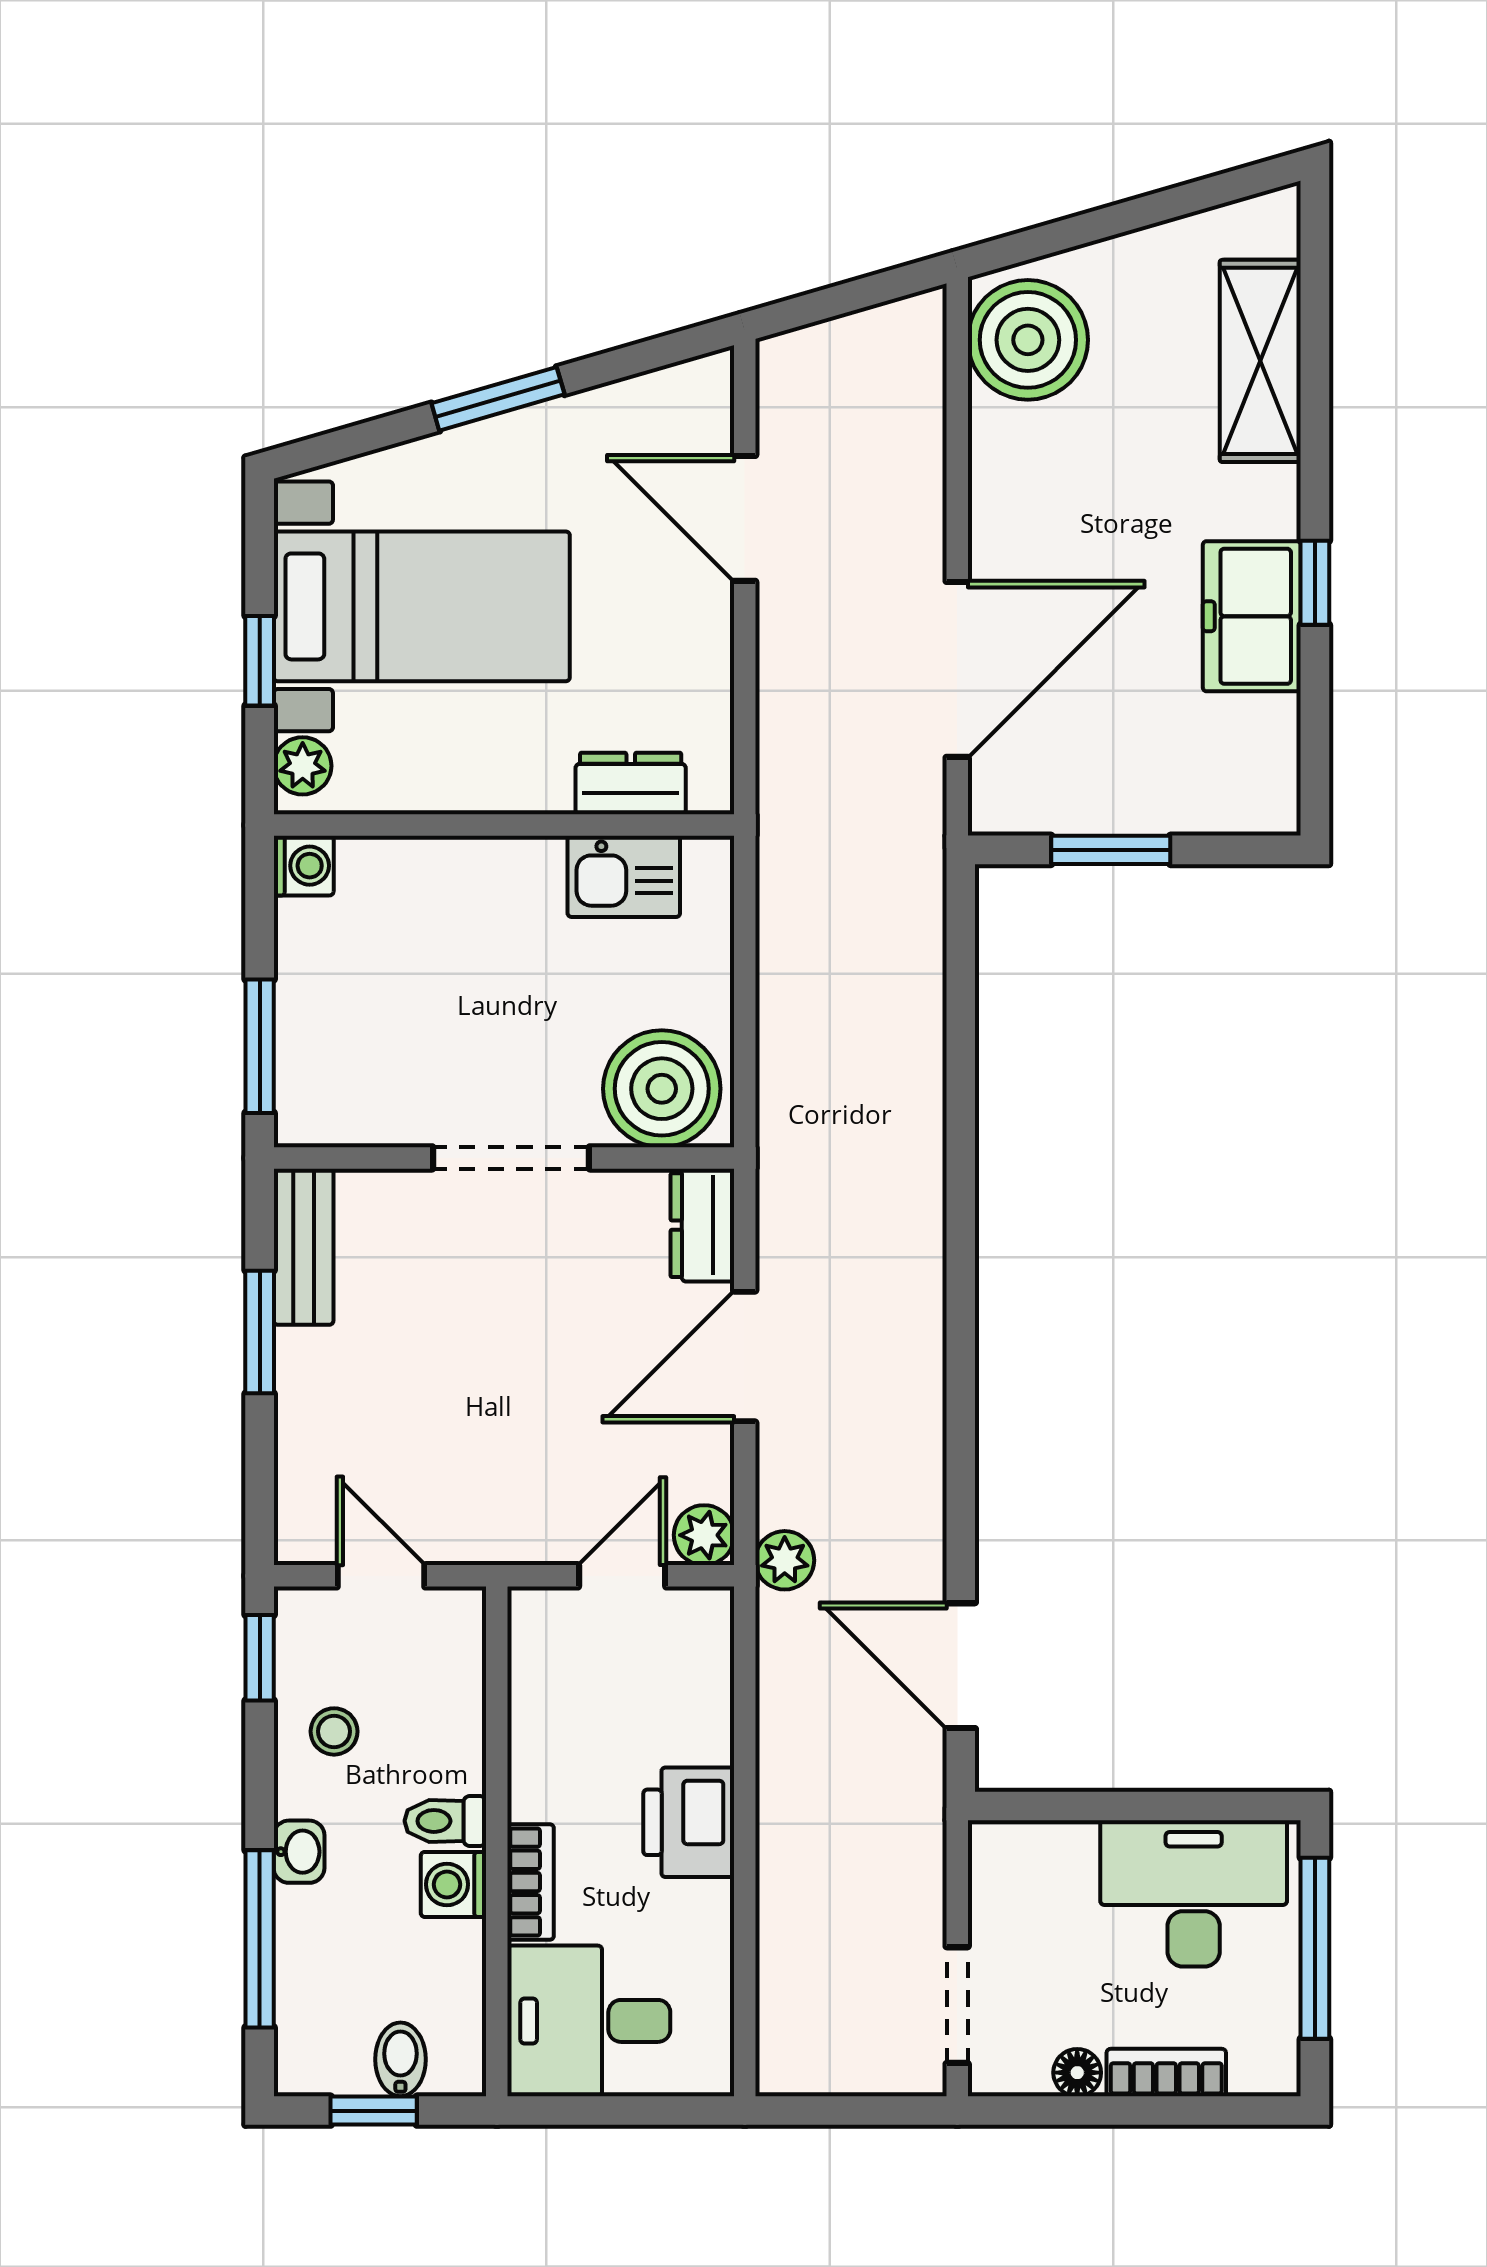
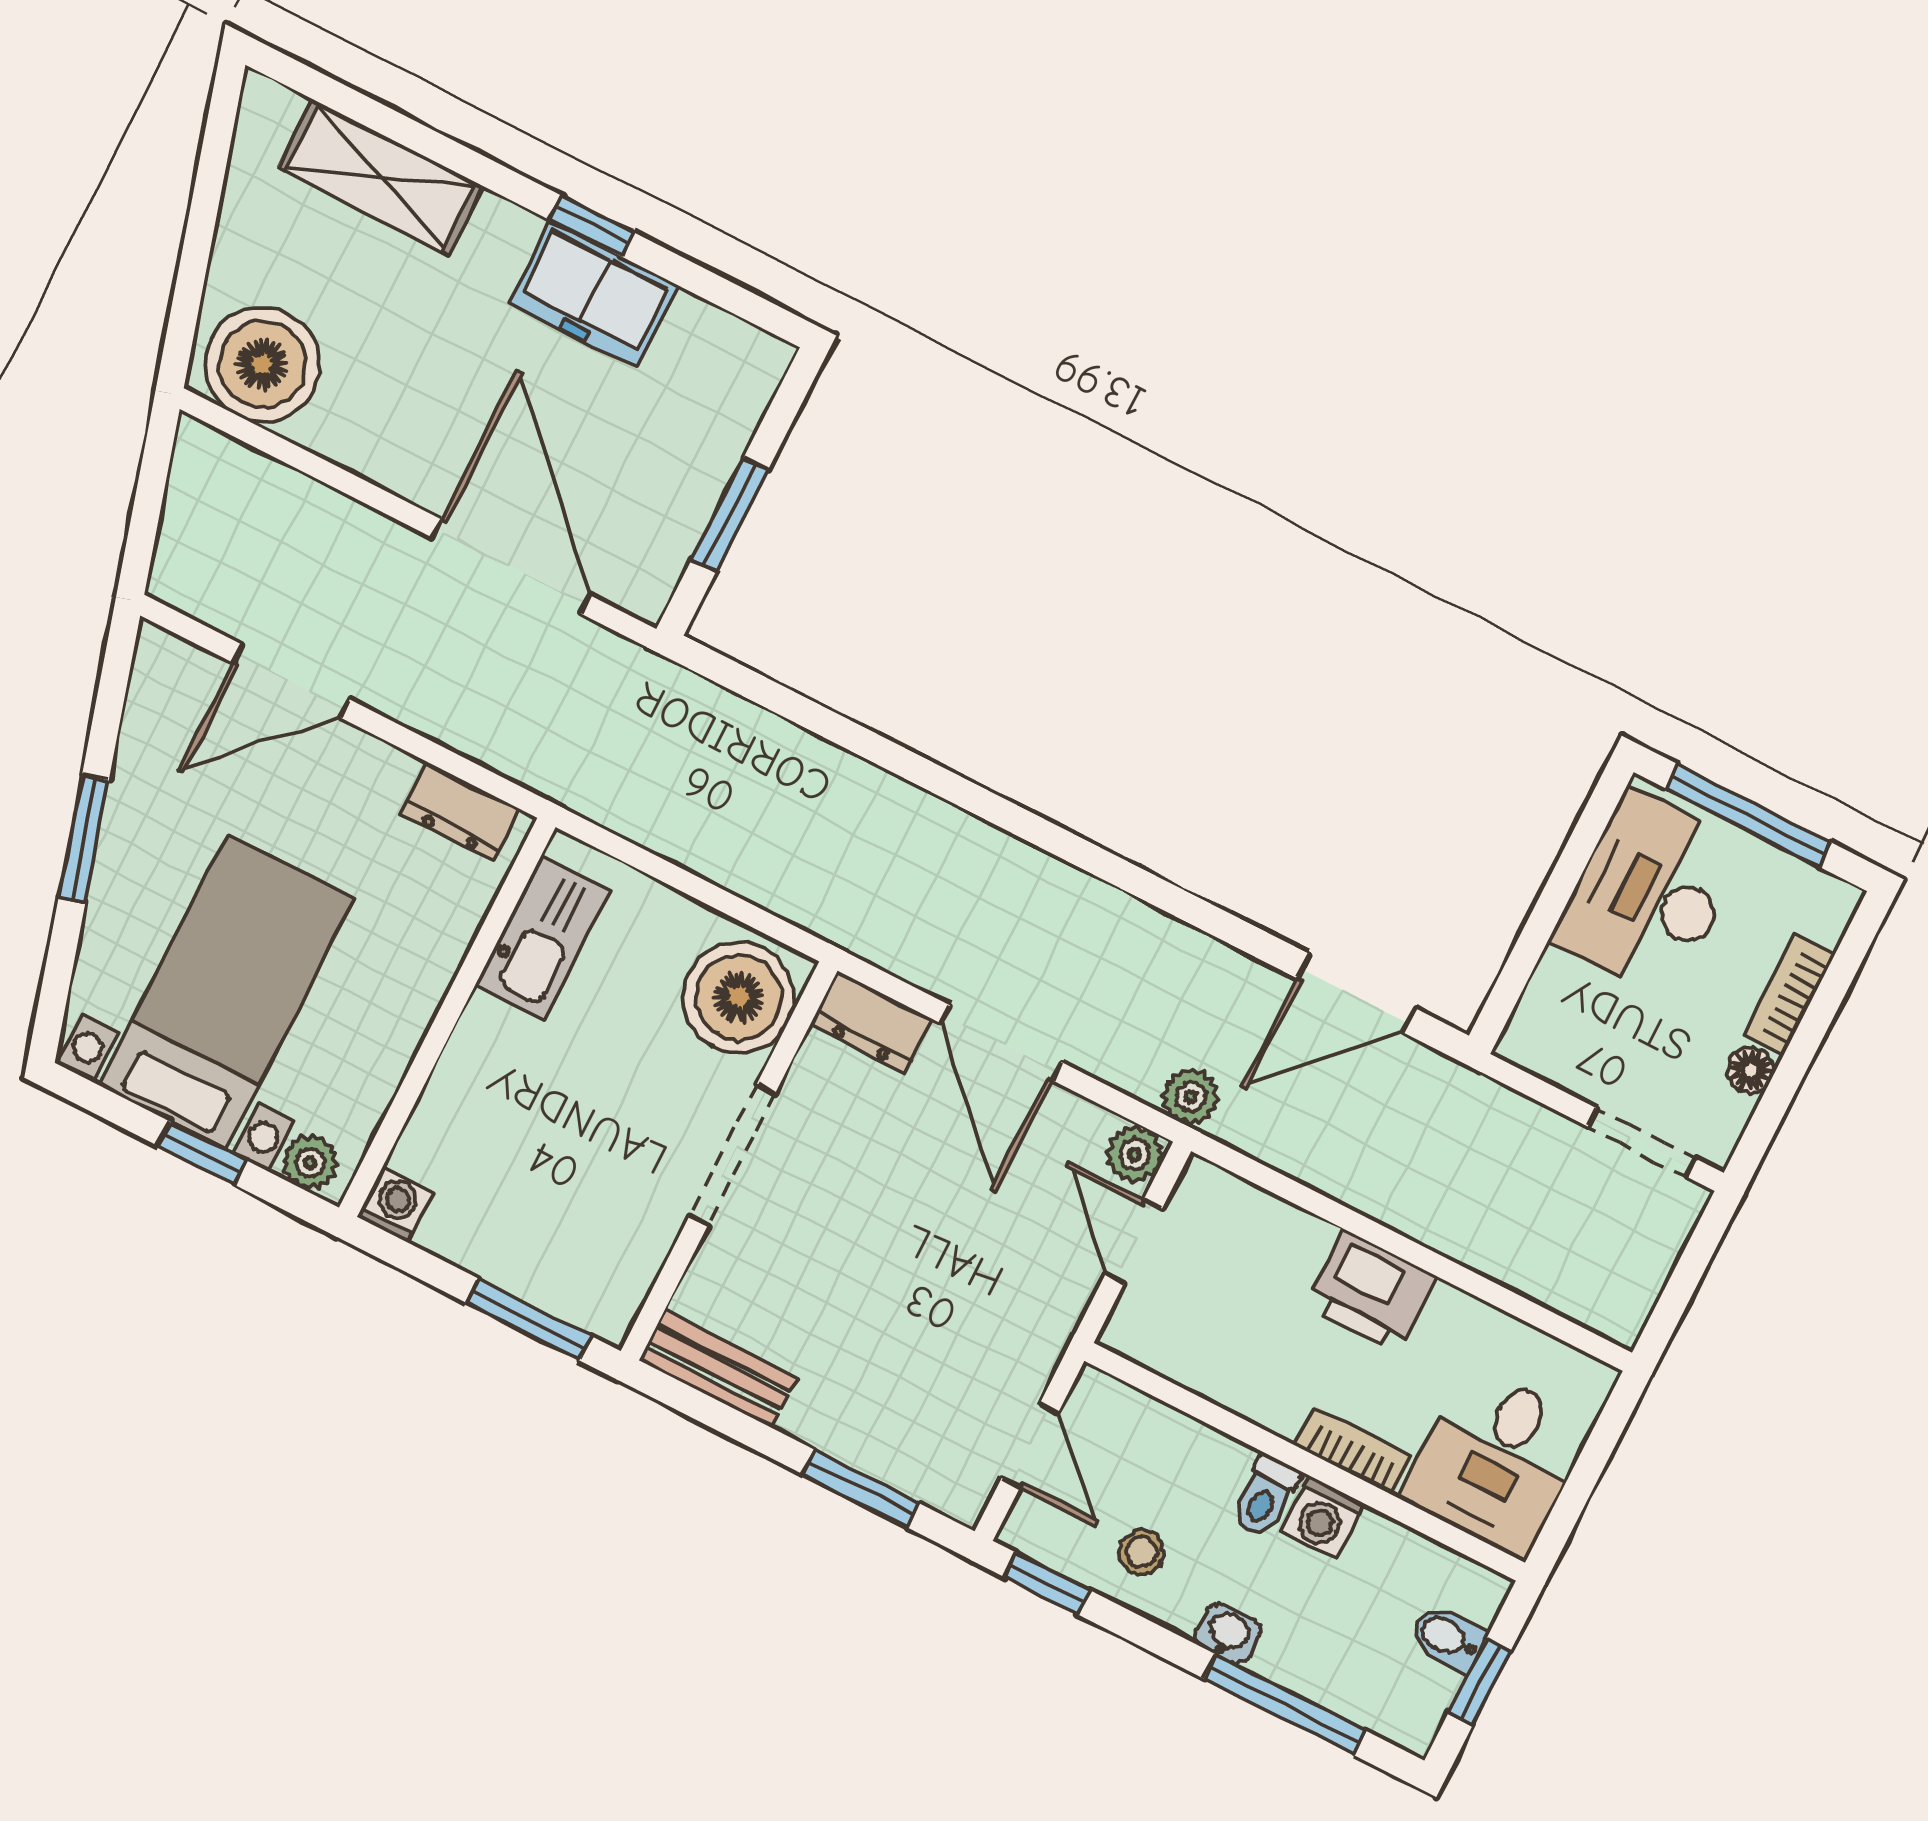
dresser: (631, 784) -> (460, 812), moved, turned -90
kitchen sink: (624, 876) -> (542, 938), width x1.38
window: (260, 1332) -> (861, 1489), moved
door: (381, 1576) -> (1030, 1445), swing flipped

